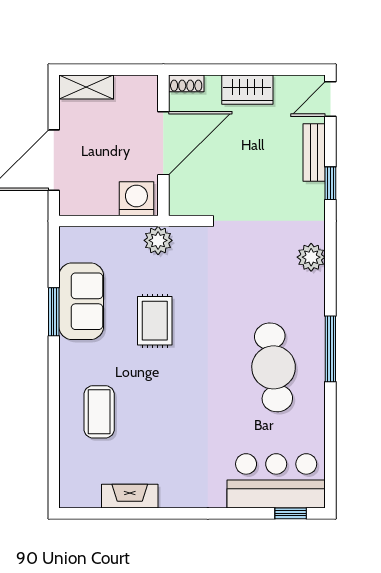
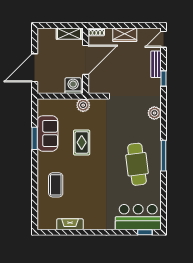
shelving: (86, 87) -> (69, 34), moved

